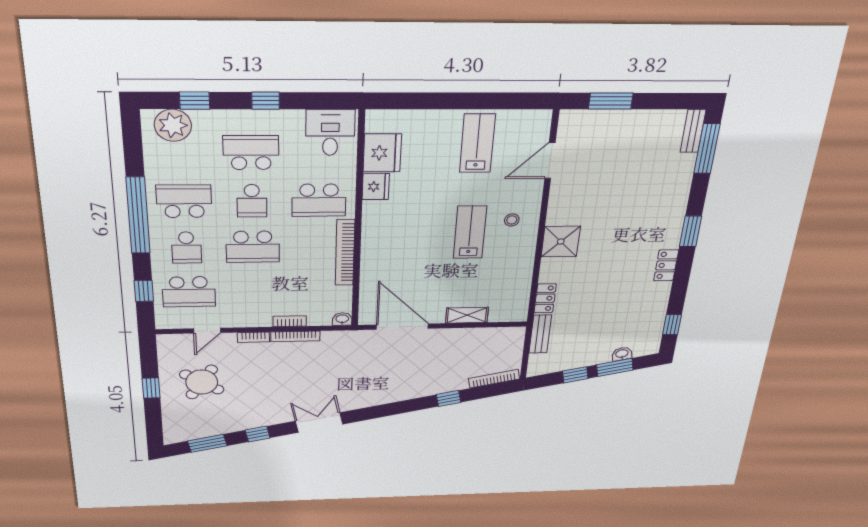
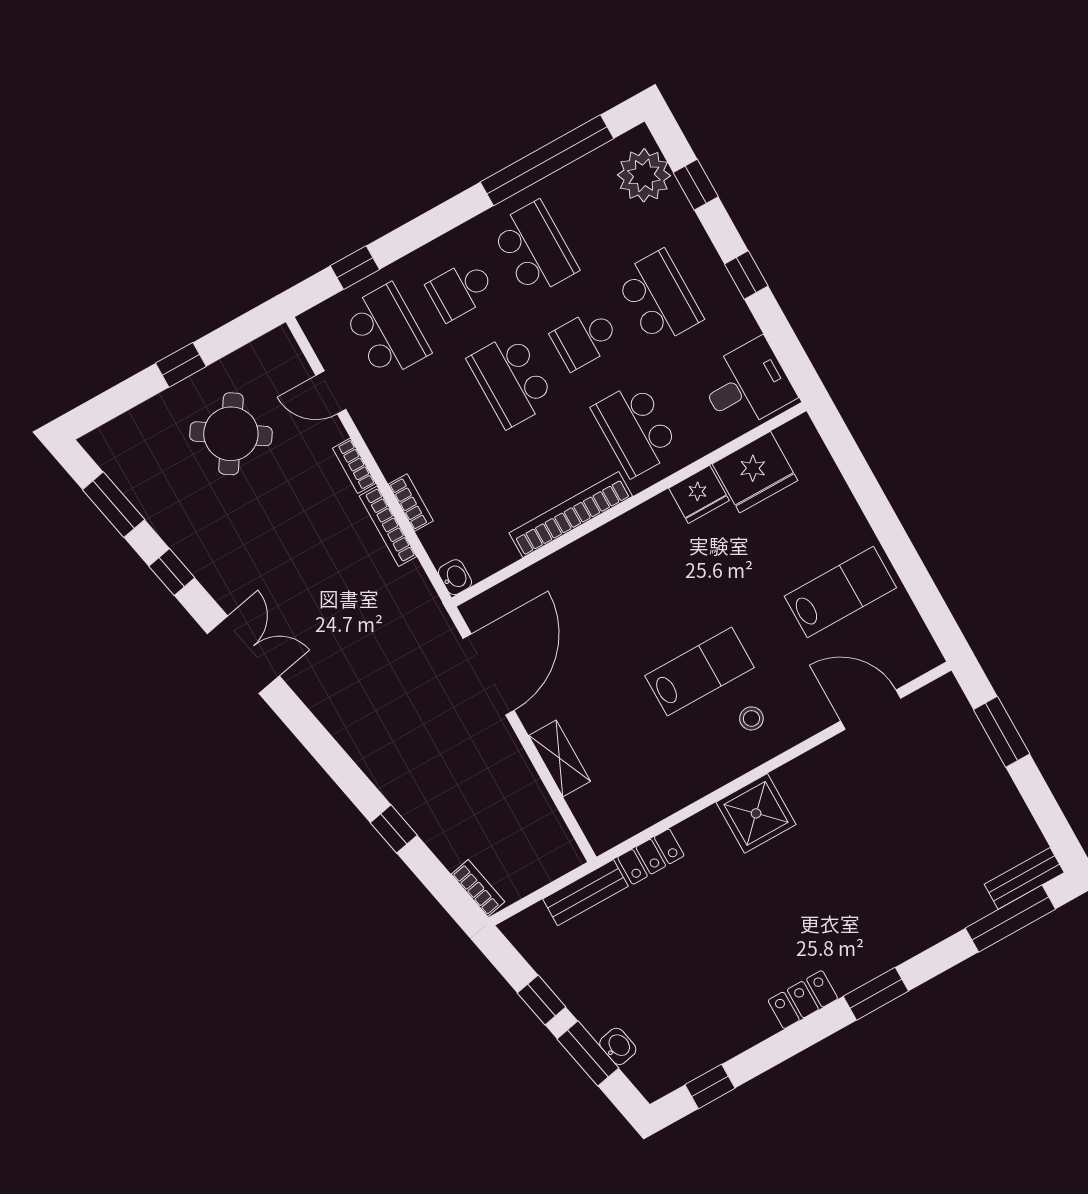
window: (138, 216) -> (547, 160), moved
school desk: (189, 292) -> (387, 331), turned 180
bookcase: (494, 379) -> (478, 888), width x0.64

